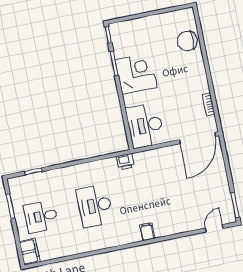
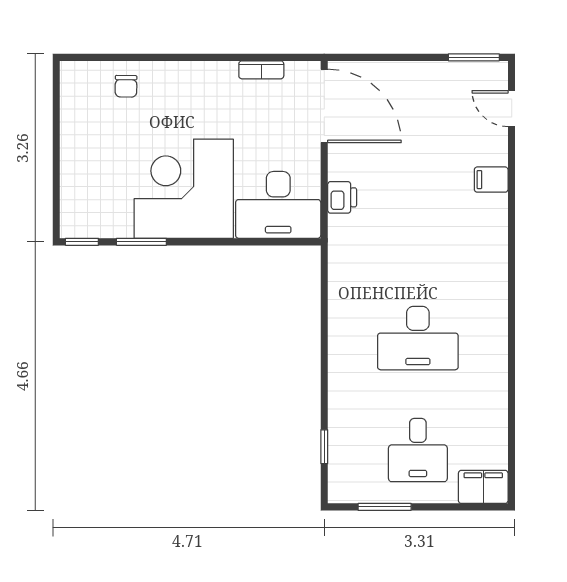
chair: (187, 41) -> (126, 86), width x0.54, depth x0.54
corner desk: (136, 74) -> (184, 189), width x1.36, depth x1.36
printer: (126, 162) -> (342, 197), moved
filing cabinet: (147, 232) -> (491, 180), moved

